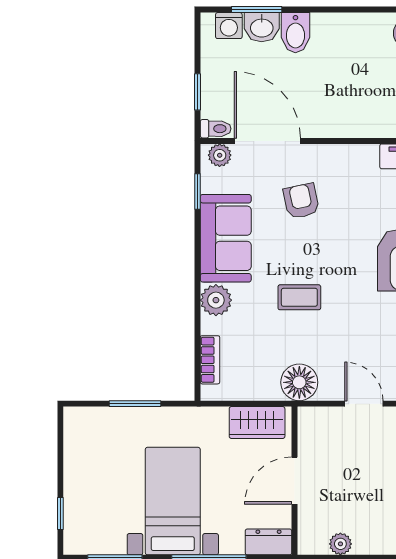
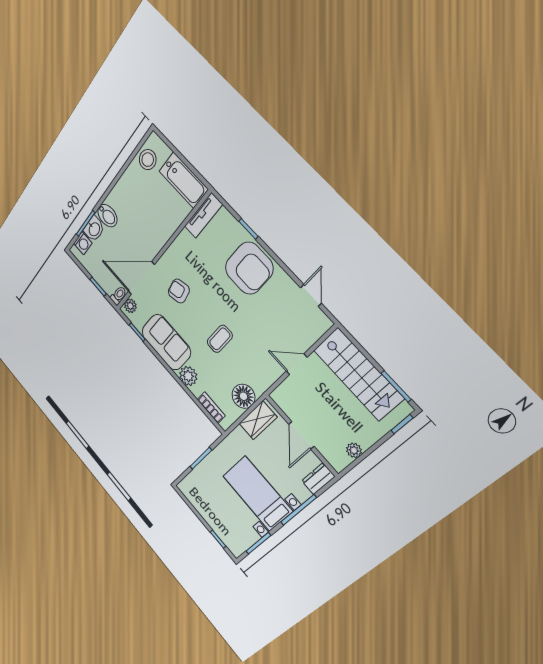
floor lamp: (299, 382) -> (243, 396), moved

